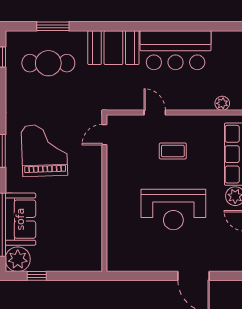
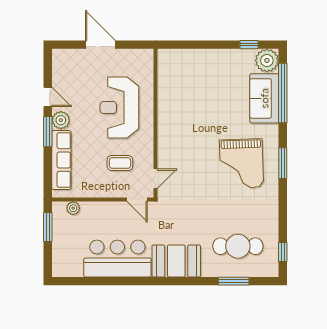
door: (104, 135) -> (156, 179), moved
wall: (104, 193) -> (156, 123), moved
reception desk: (173, 210) -> (119, 108), turned -90

